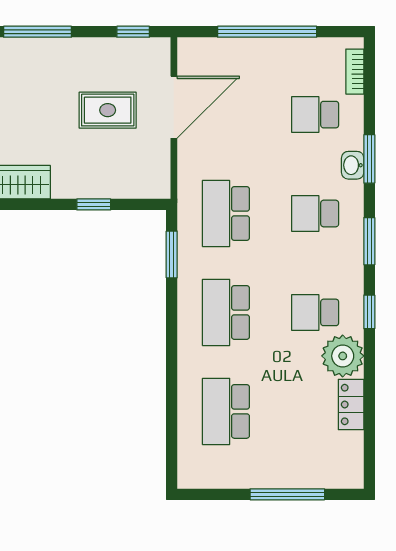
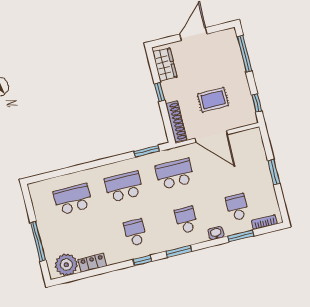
window: (267, 32) -> (274, 172), width x0.47
door: (174, 107) -> (211, 136), moved
rug: (108, 110) -> (213, 100), turned 90
window: (369, 159) -> (241, 236), moved
shoe rack: (131, 187) -> (176, 122), added
window: (94, 204) -> (160, 92), moved
plant: (343, 356) -> (66, 265), moved

